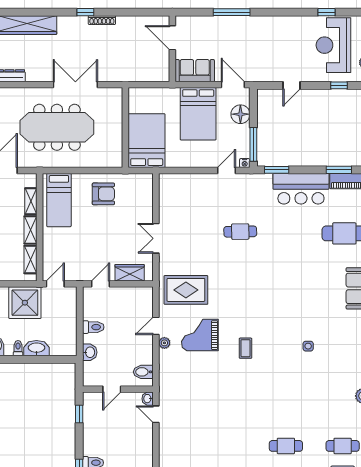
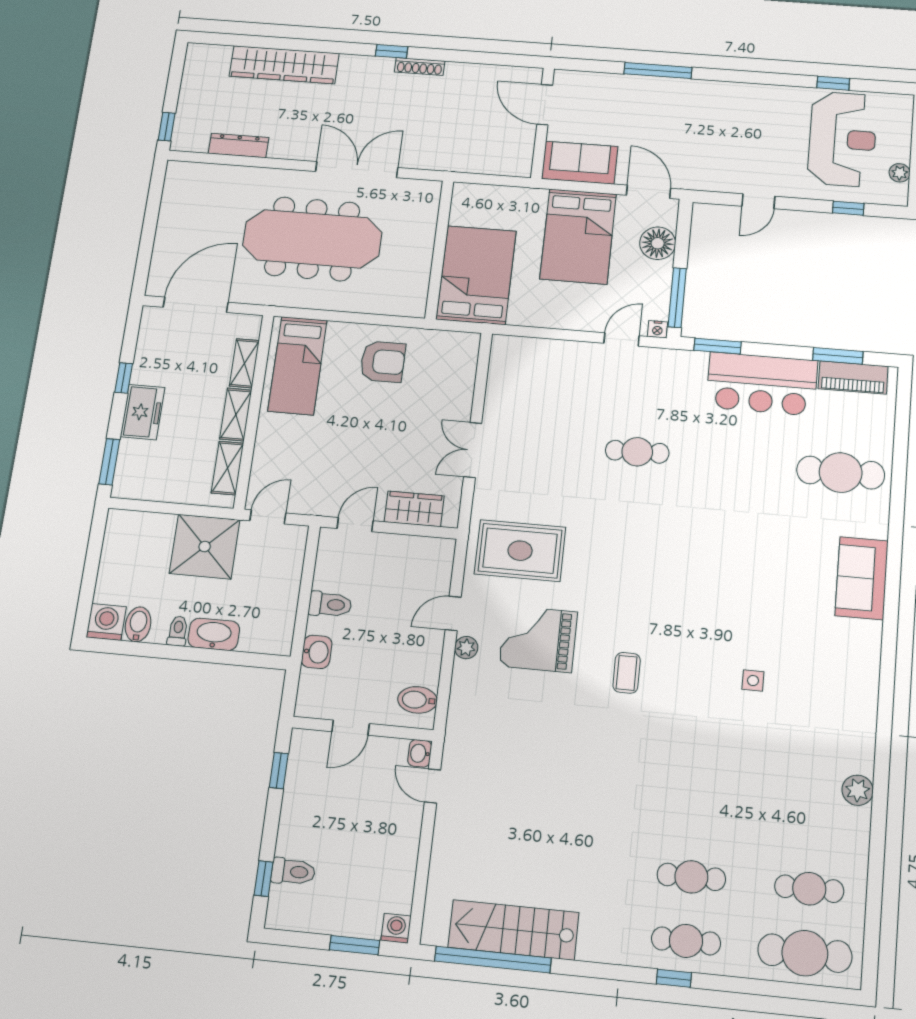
reception desk: (333, 45) -> (842, 139), turned 180

